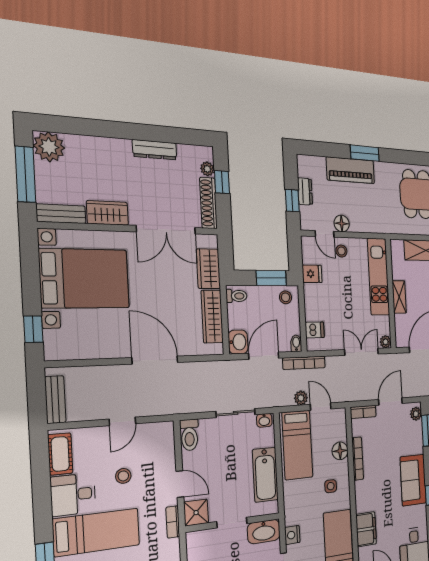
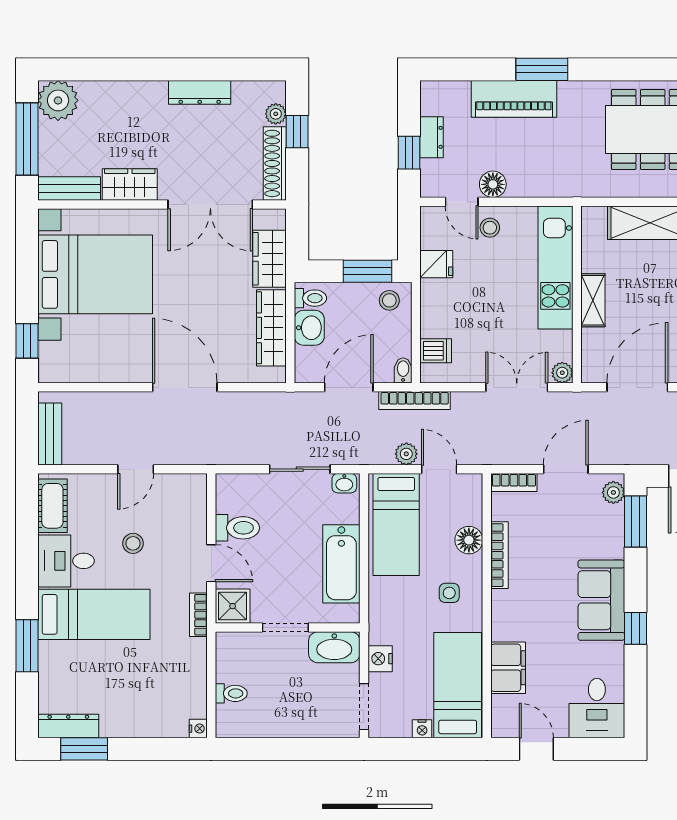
washbasin: (238, 342) -> (309, 328), moved
toilet: (189, 435) -> (237, 528), moved, turned -90

